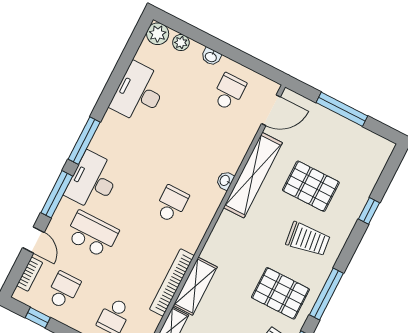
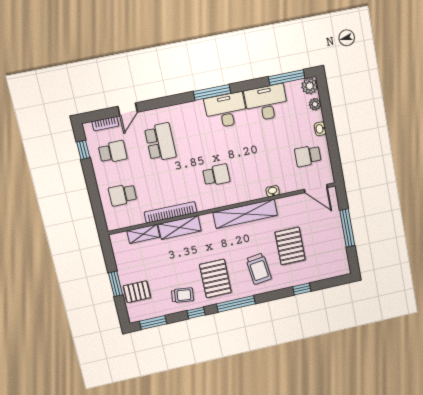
school desk: (229, 92) -> (308, 156), turned 180
shelving: (253, 175) -> (245, 214), moved
desk: (93, 181) -> (226, 110), moved
washbasin: (225, 181) -> (273, 191), moved
window: (57, 194) -> (287, 77), moved

